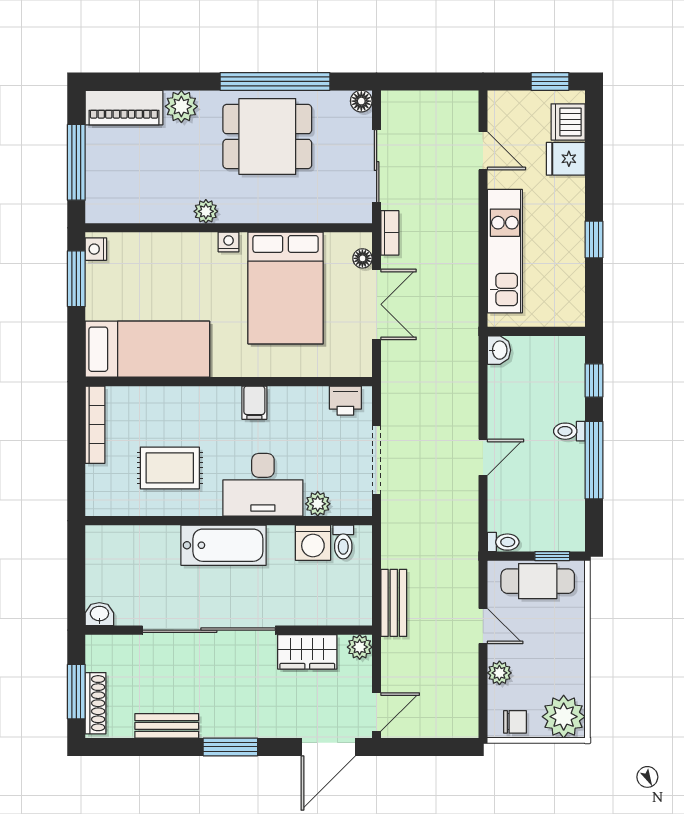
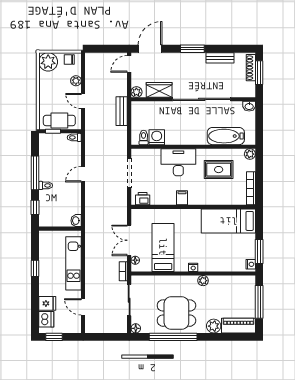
bed: (286, 288) -> (163, 247), width x0.67
plant: (318, 504) -> (250, 154), moved
bathtub: (224, 545) -> (226, 136), moved

